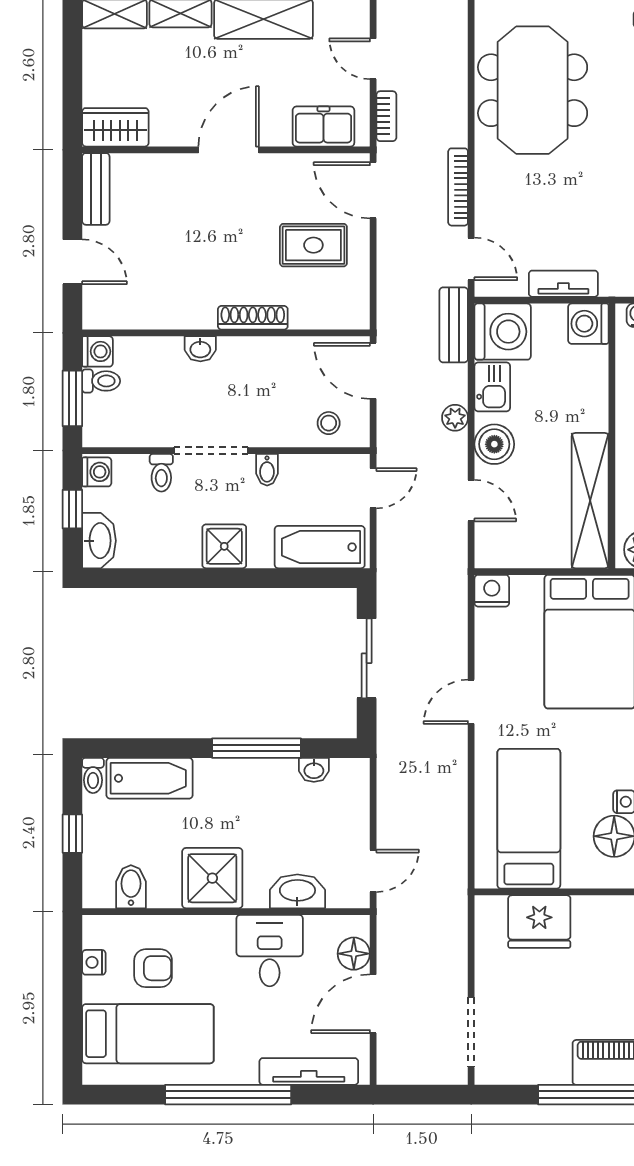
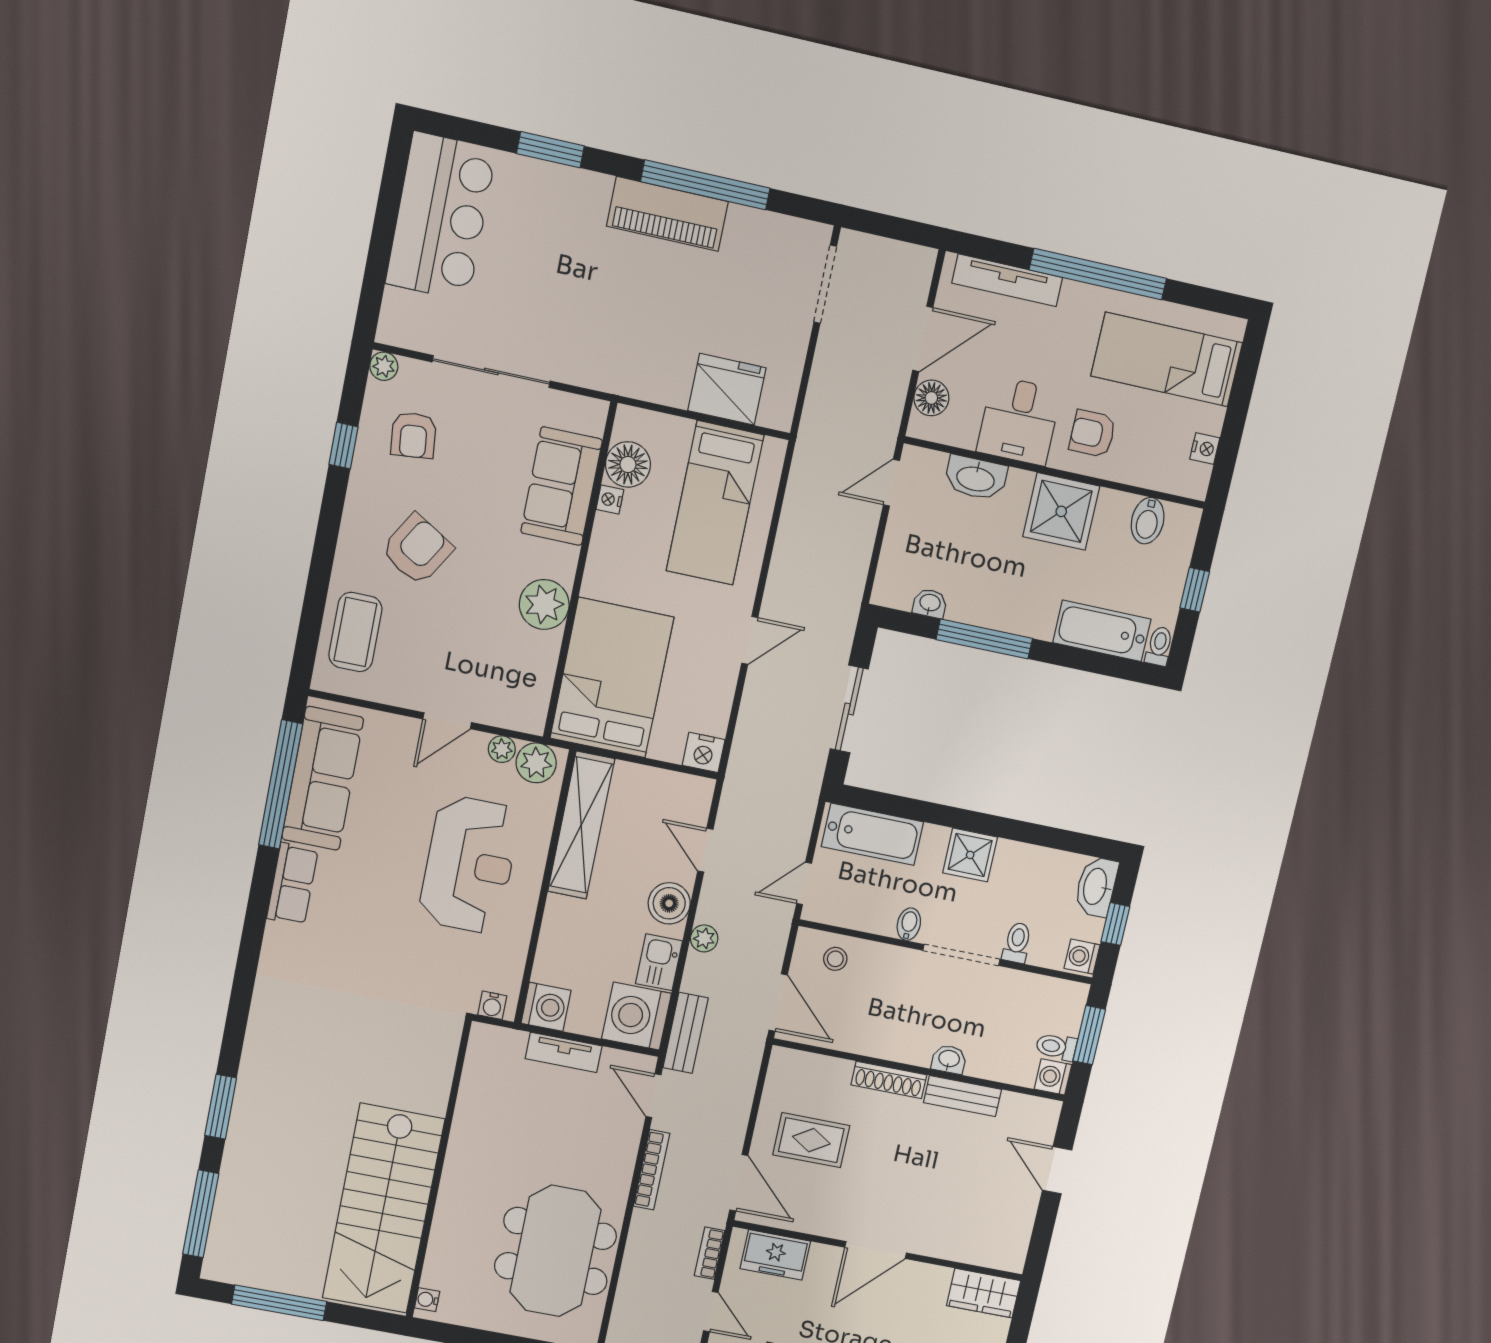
bench: (96, 189) -> (963, 1096), moved, turned 90
armchair: (153, 968) -> (1092, 433), moved

